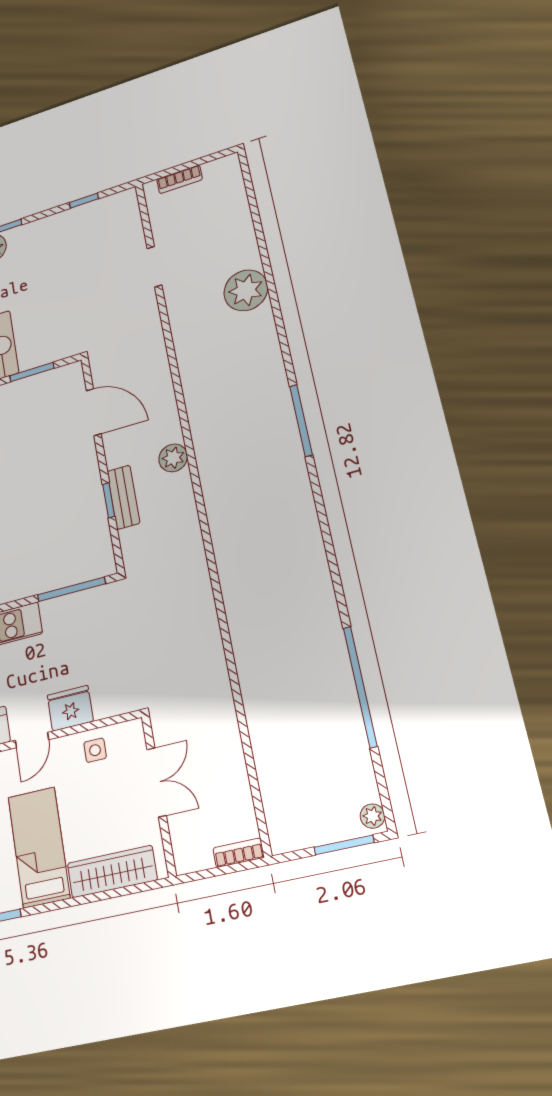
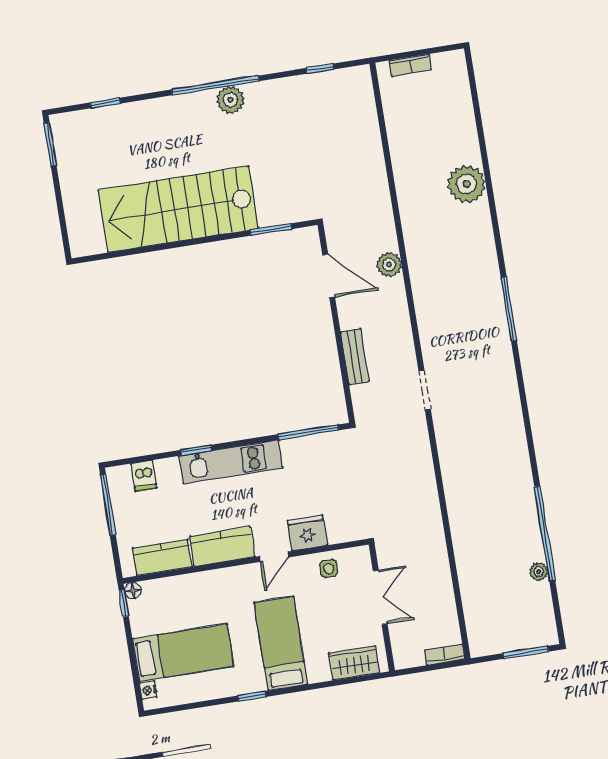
doorway: (154, 267) -> (425, 390), moved
plant: (173, 458) -> (389, 265), moved
window: (109, 500) -> (342, 358), removed
plant: (372, 816) -> (539, 572), moved
wardrobe: (112, 872) -> (354, 663), width x0.67

